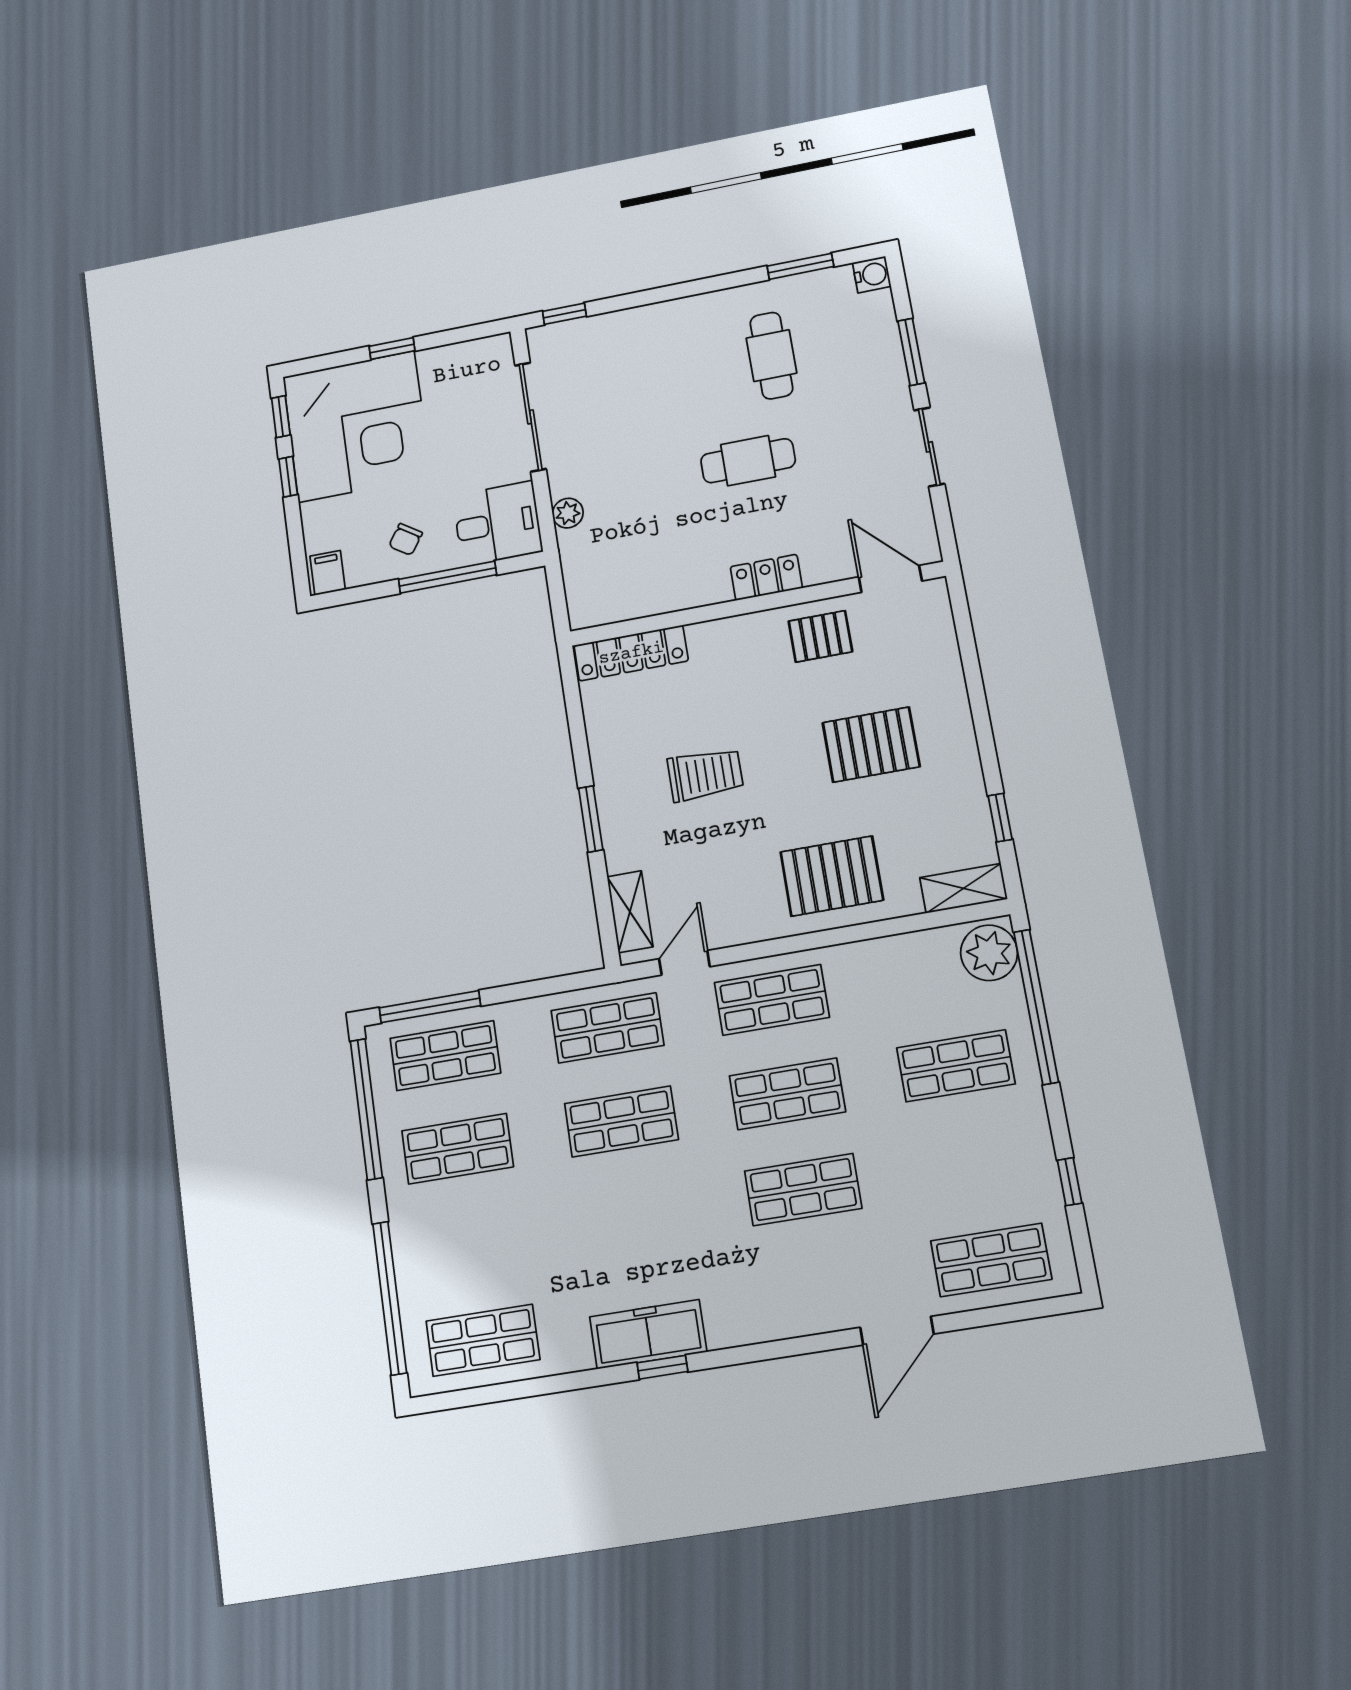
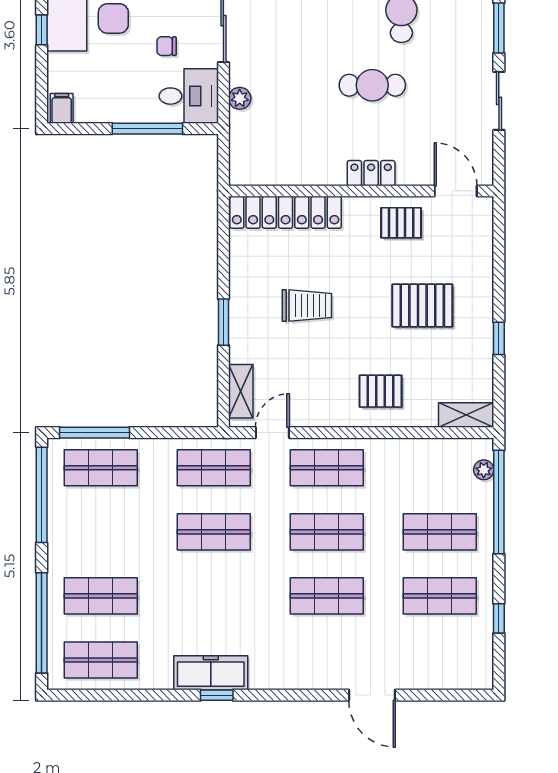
chair: (406, 539) -> (167, 46), moved, turned 56
locker: (631, 653) -> (286, 212), width x1.41, depth x1.21
window: (1000, 818) -> (499, 338), moved
pallet: (832, 876) -> (381, 391), width x0.67, depth x0.71
plant: (989, 953) -> (484, 470), width x0.53, depth x0.53
shop shelf: (457, 1149) -> (101, 596), moved
shop shelf: (991, 1260) -> (440, 596), moved
door: (897, 1331) -> (372, 695), hinge flipped

